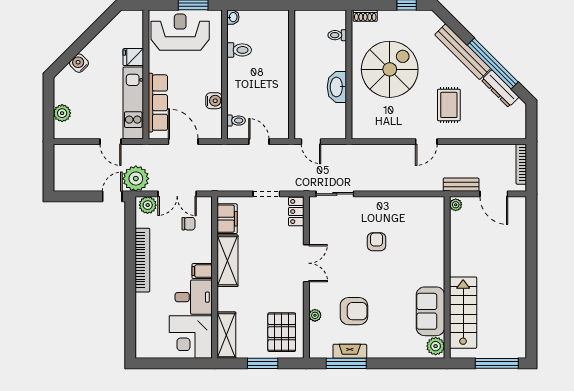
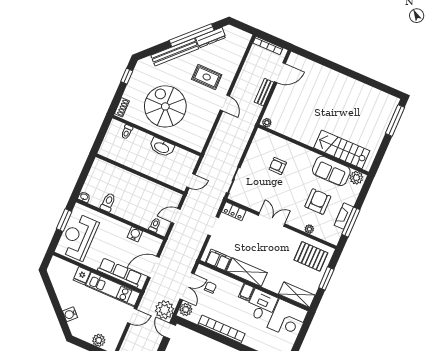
plant: (456, 205) -> (267, 123), moved
wall: (447, 277) -> (313, 150), moved
sofa: (430, 311) -> (331, 171), moved
stairs: (463, 313) -> (342, 149), moved
plant: (436, 346) -> (356, 178), moved

